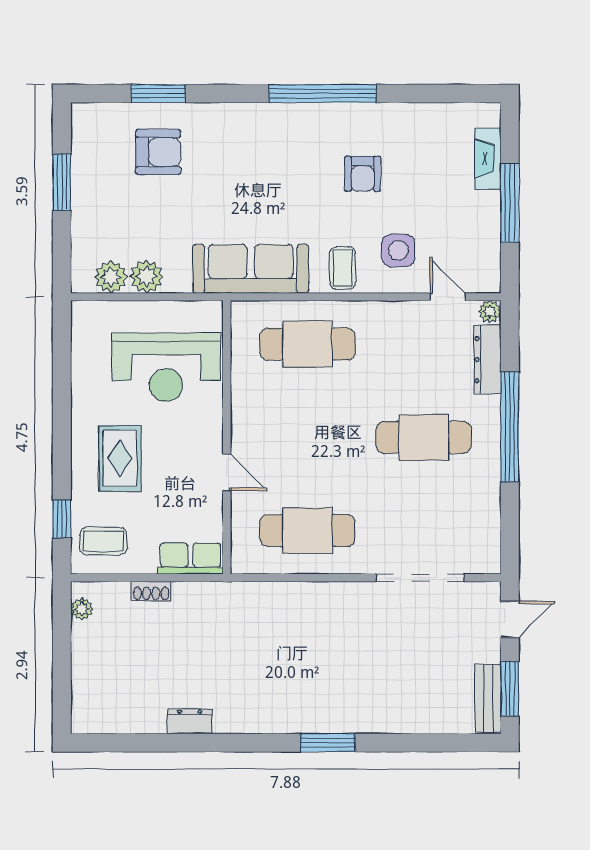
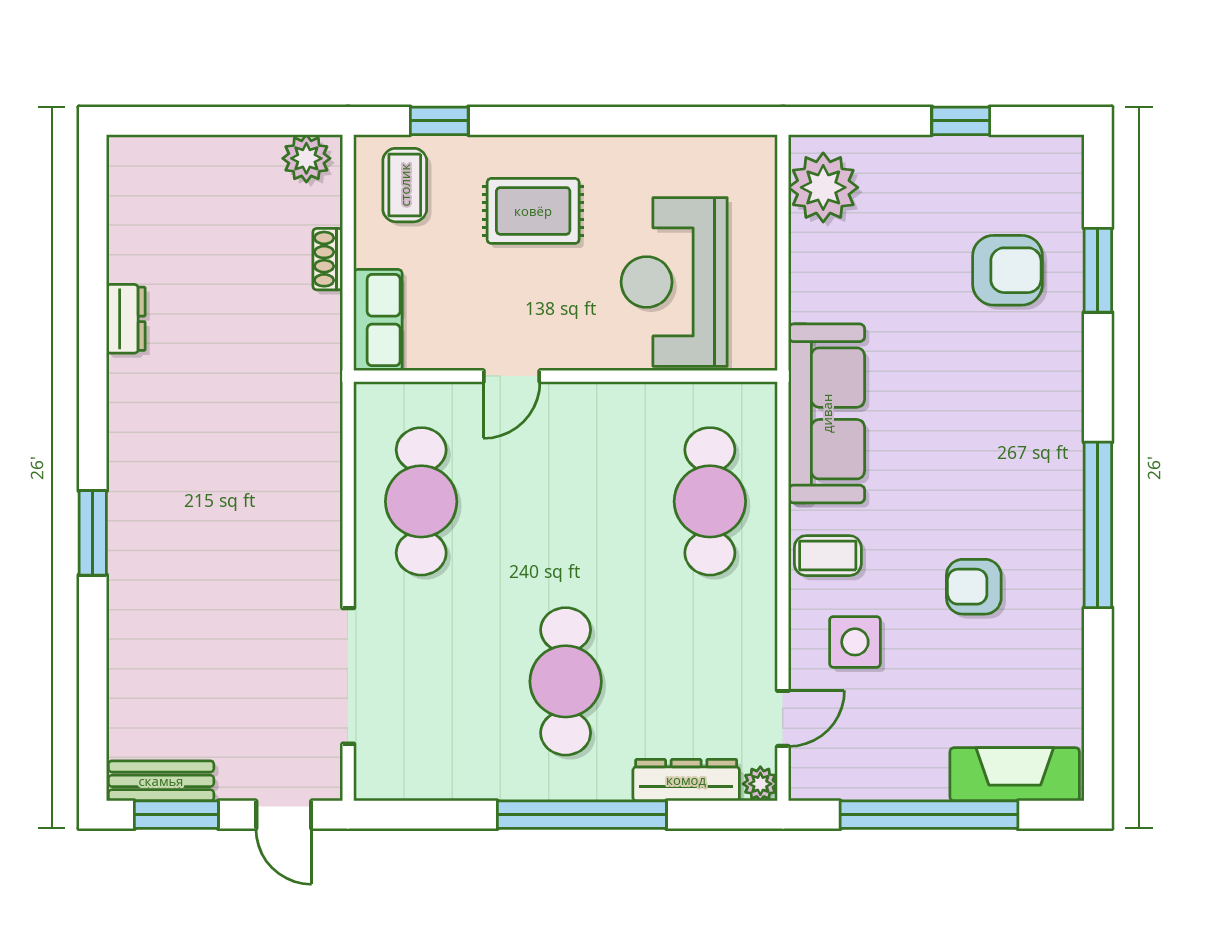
armchair: (158, 152) -> (1008, 270), turned -90
fireplace: (488, 159) -> (1015, 774), width x1.37, depth x1.32
window: (62, 182) -> (961, 121), width x0.67
window: (510, 203) -> (929, 815), width x1.46
plant: (111, 277) -> (823, 187), width x1.36, depth x1.36
plant: (147, 277) -> (815, 252), removed
plant: (82, 609) -> (306, 158), width x1.38, depth x1.38

